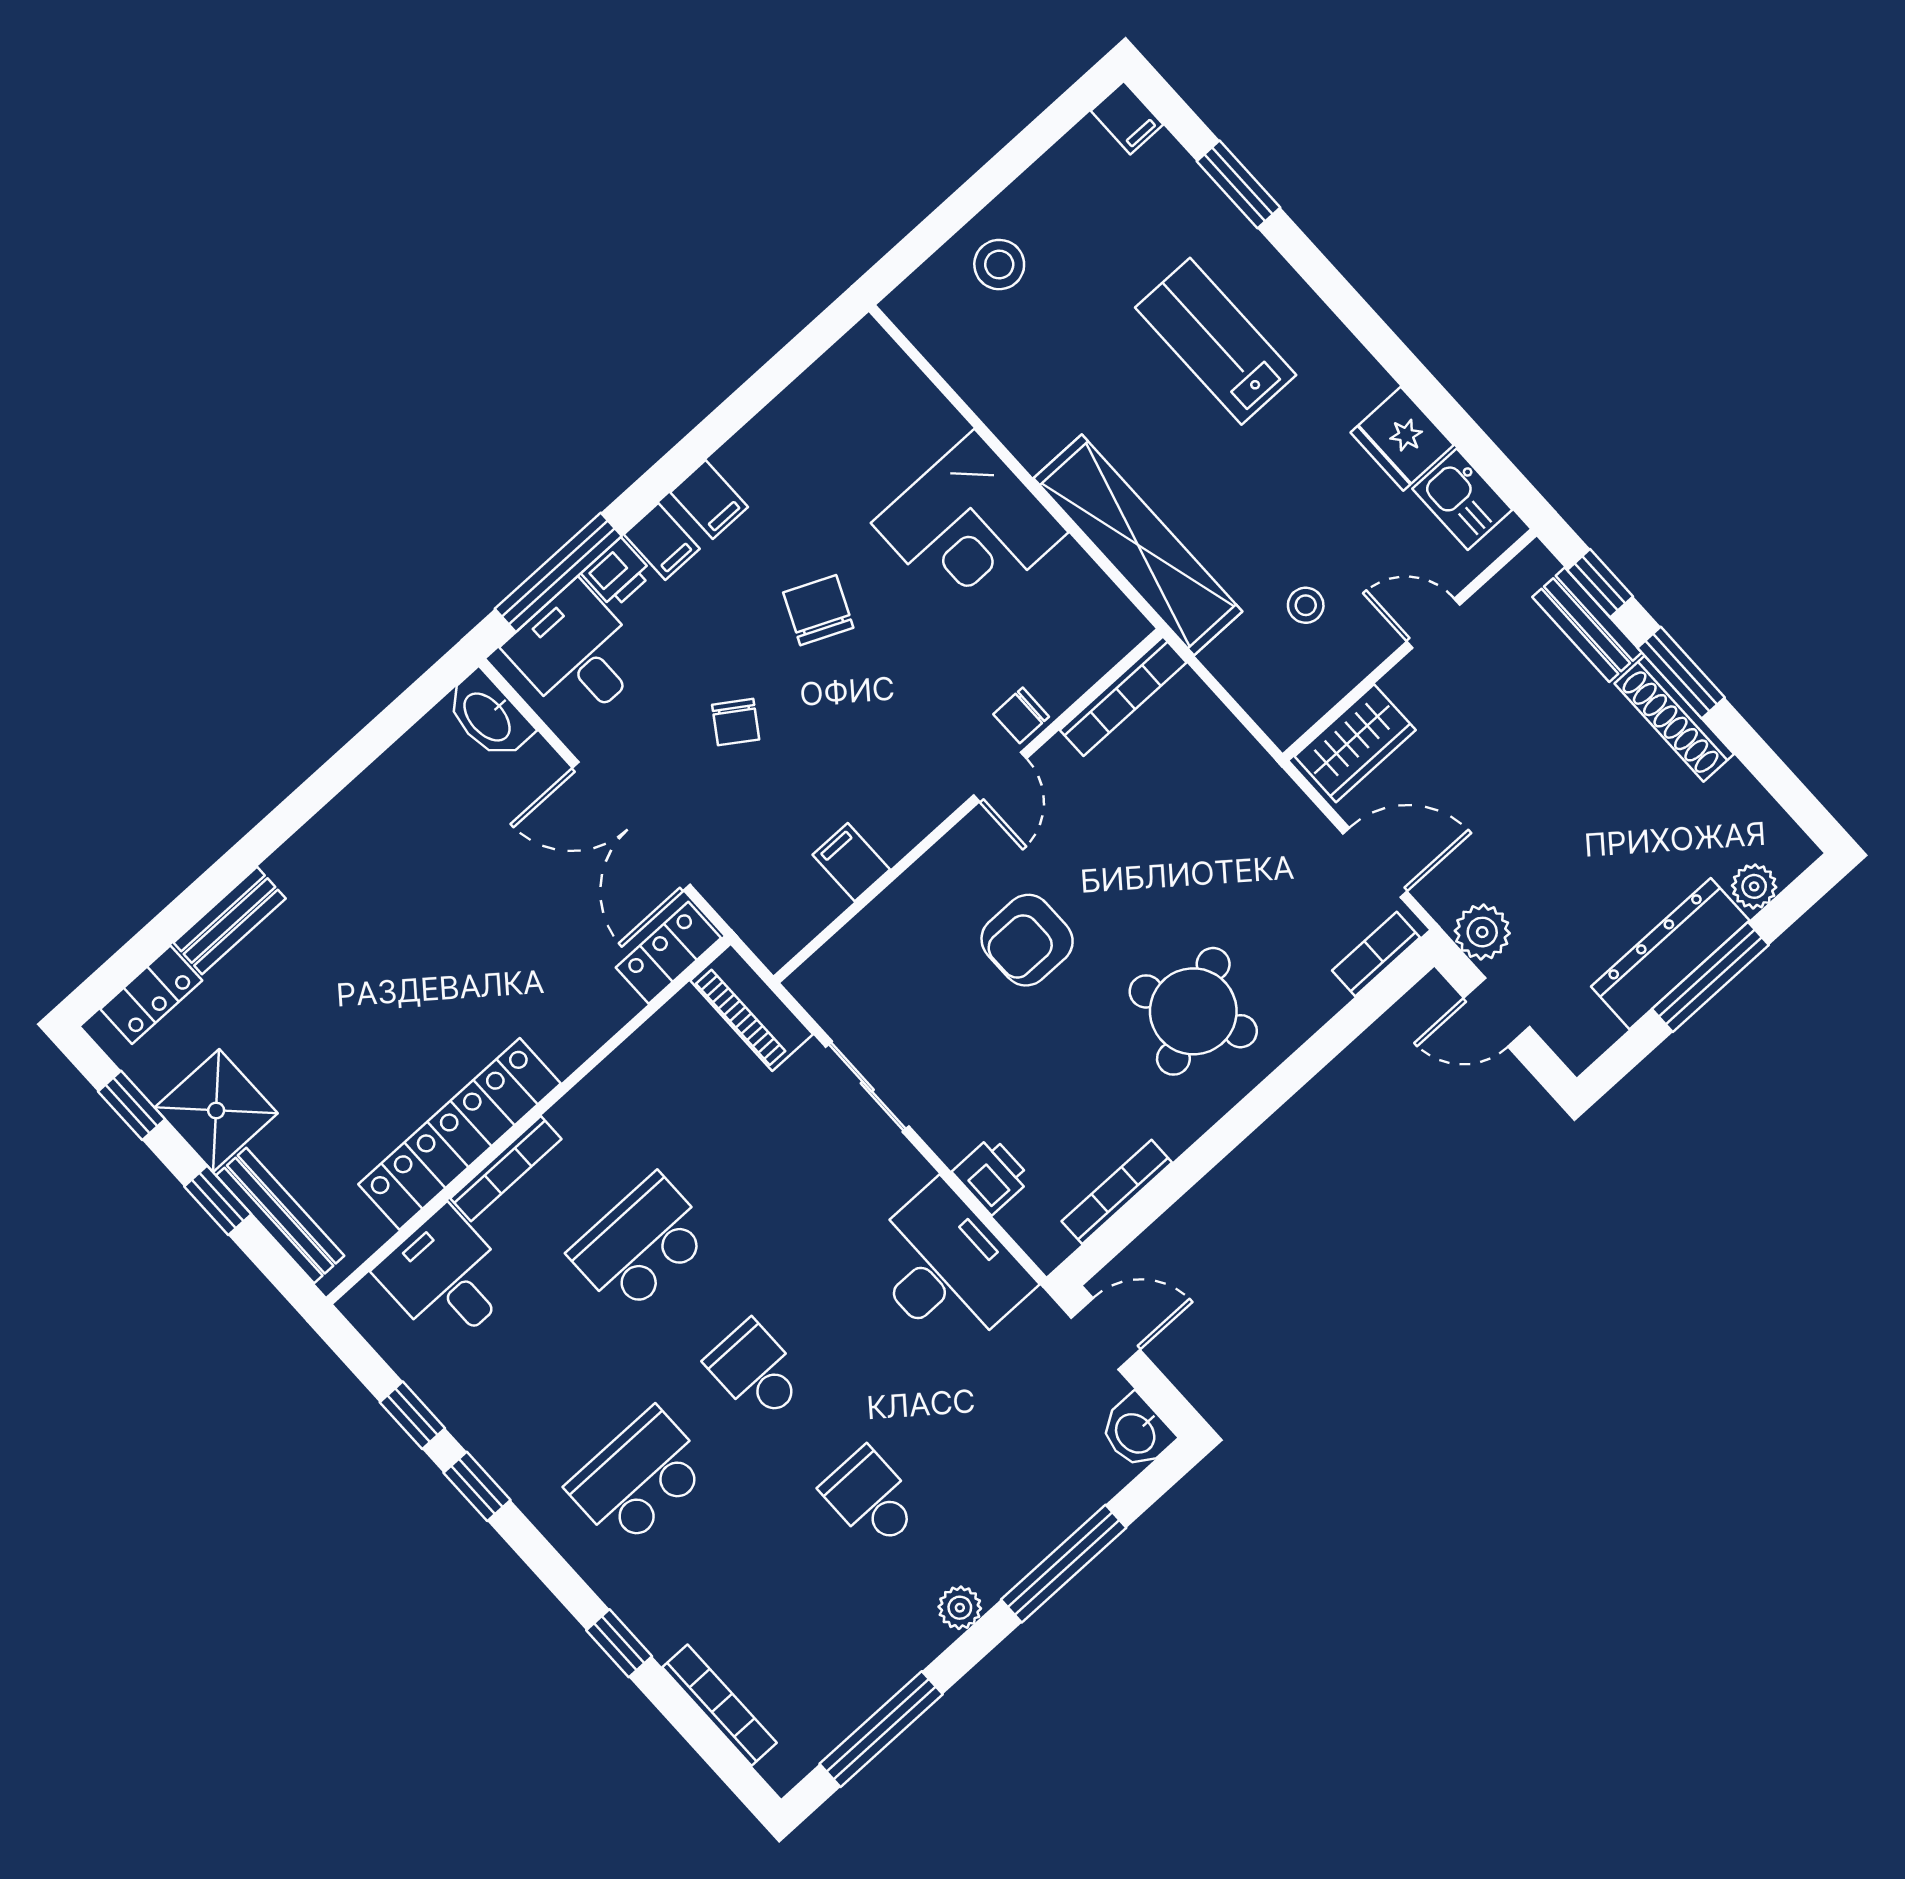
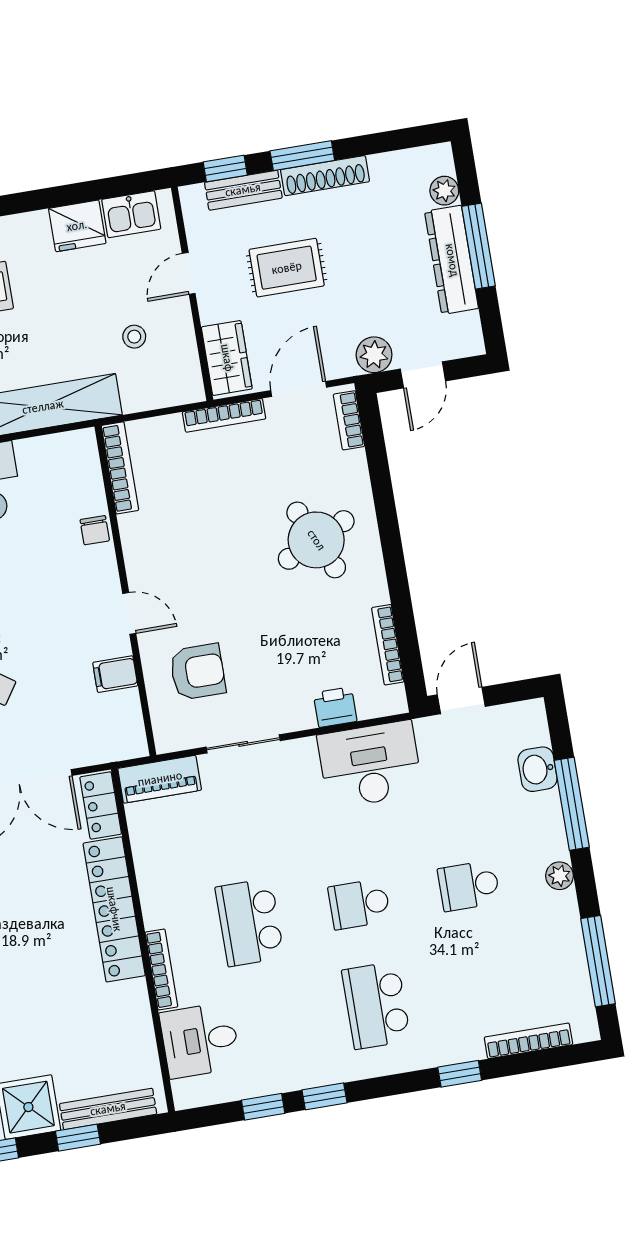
rug: (1522, 746) -> (287, 268), added
door: (1000, 777) -> (129, 613), moved
bookcase: (1278, 788) -> (224, 415), added
armchair: (1027, 940) -> (198, 672), moved, turned -90
locker: (460, 1134) -> (114, 909), moved
washbasin: (1136, 1432) -> (538, 769), moved, turned 90

